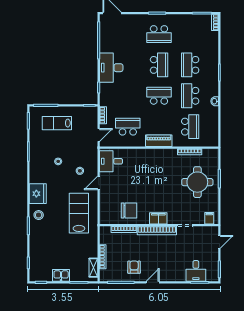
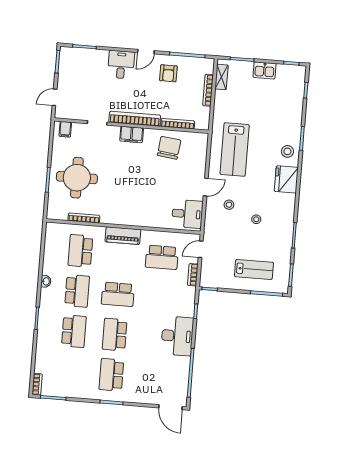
school desk: (159, 34) -> (111, 375), turned -90
chair: (129, 211) -> (169, 148), turned 97
desk: (196, 271) -> (121, 65), moved

